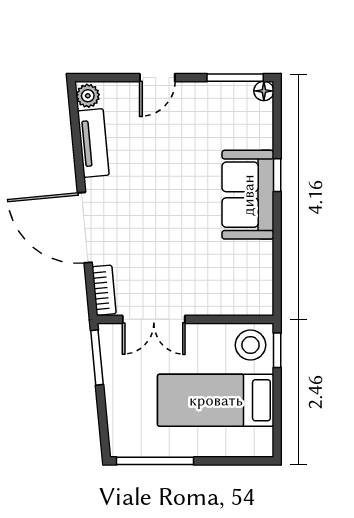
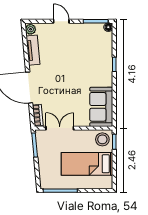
door: (157, 78) -> (61, 21), swing flipped
sofa: (248, 195) -> (101, 107), moved
double door: (154, 319) -> (60, 128), swing flipped

